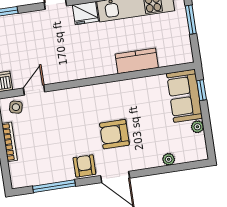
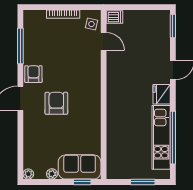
kitchen counter: (137, 61) -> (115, 131), removed
plant: (169, 159) -> (28, 174), moved
armchair: (84, 166) -> (33, 74), turned -90

